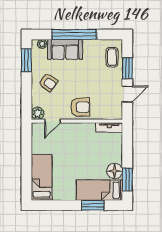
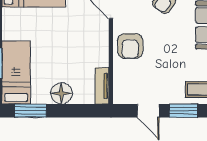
floor lamp: (115, 171) -> (61, 93), moved

